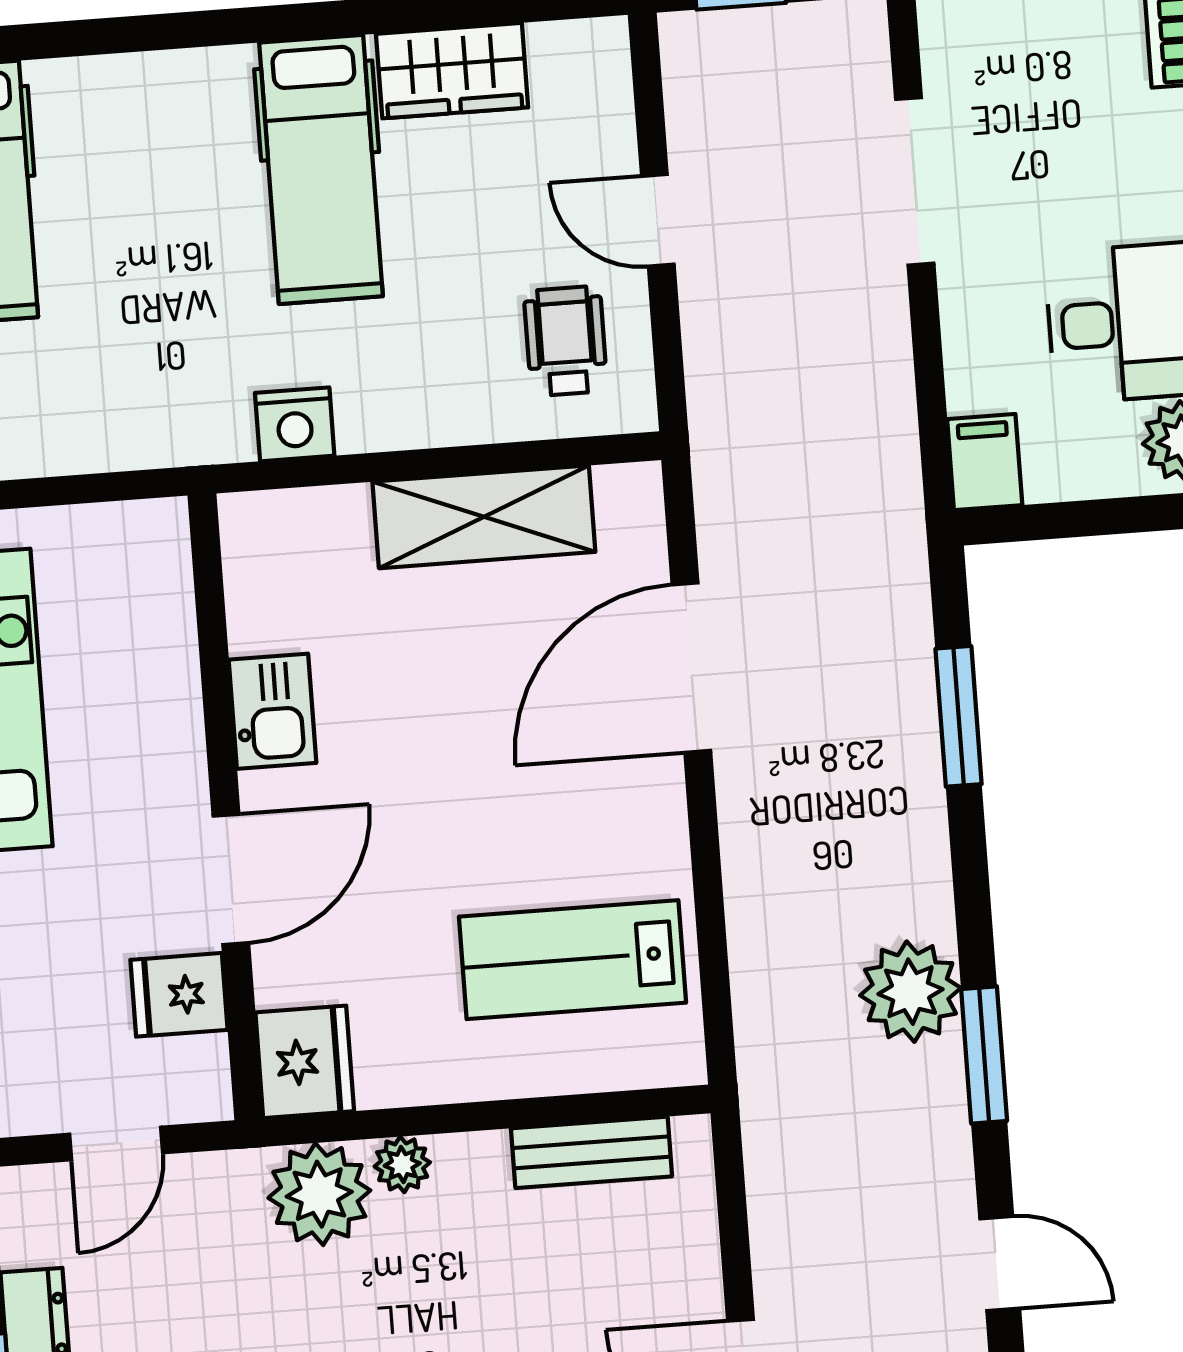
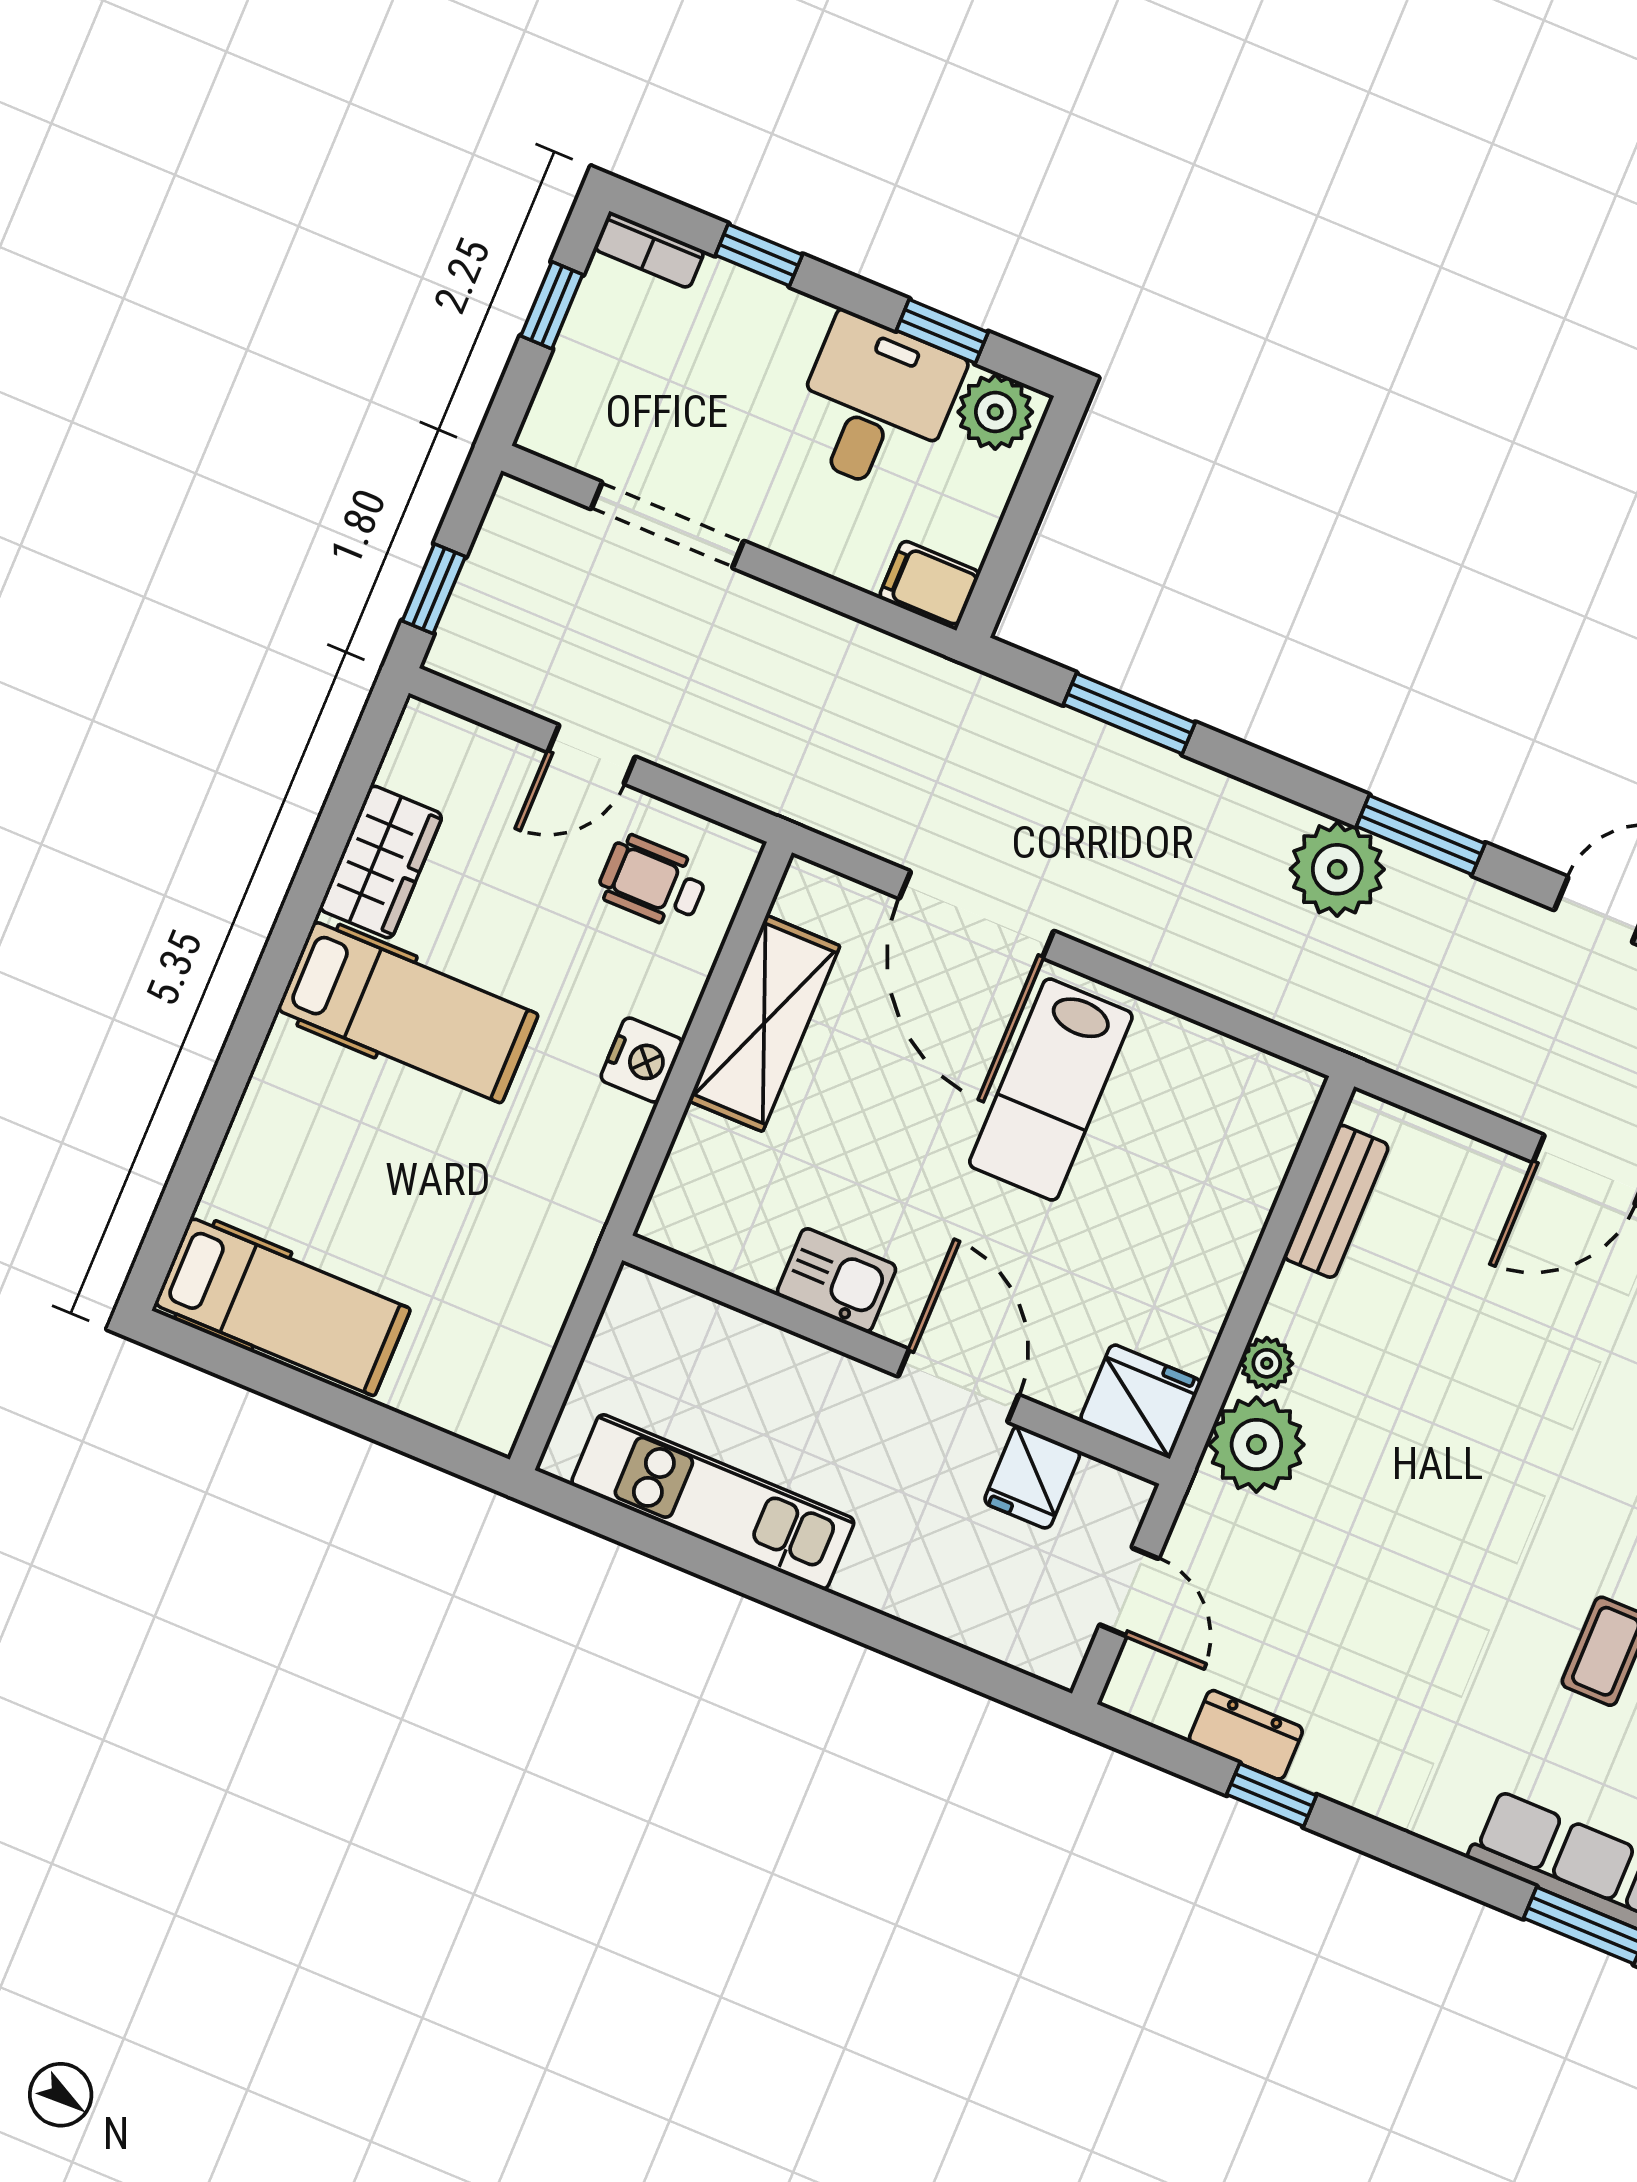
nightstand: (295, 424) -> (642, 1060), moved
lab bench: (572, 960) -> (1051, 1089), moved

